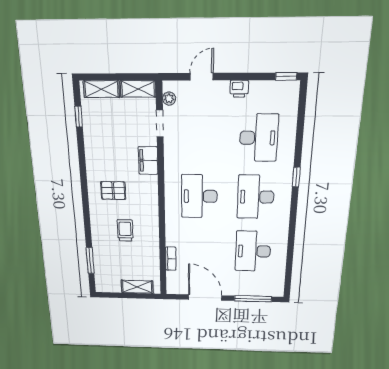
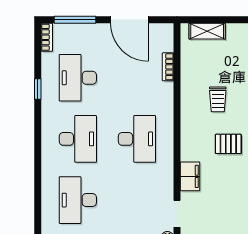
window: (296, 177) -> (38, 89), moved
desk: (253, 251) -> (78, 78), turned 180
bookcase: (279, 285) -> (47, 37), added

